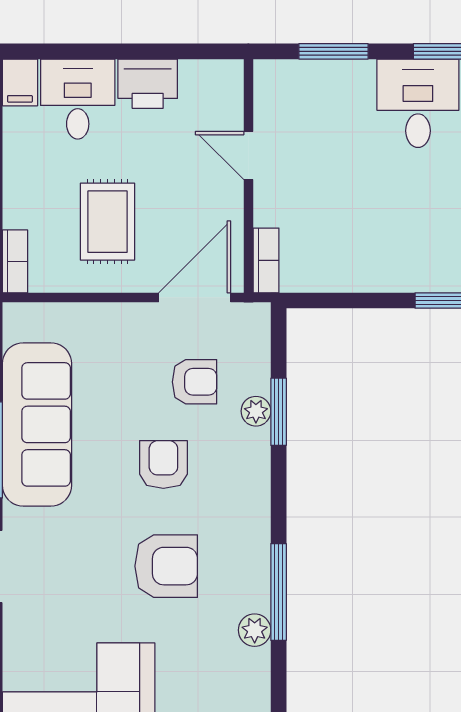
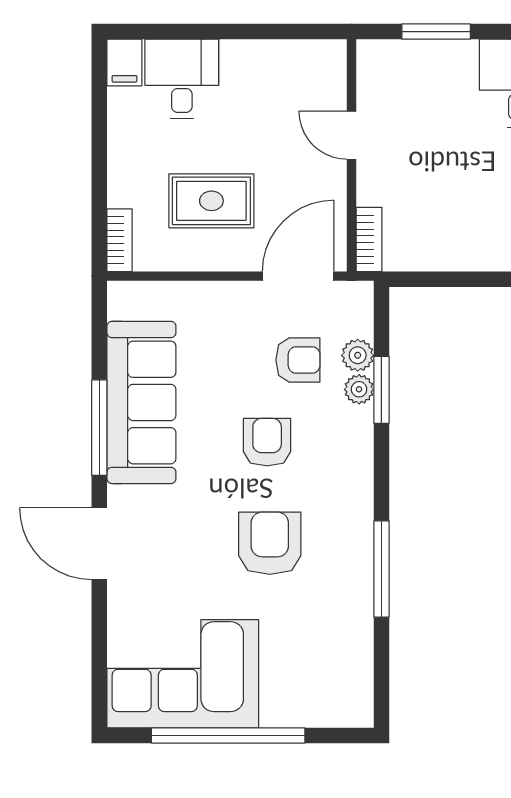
printer: (148, 84) -> (251, 64), removed
rug: (107, 222) -> (211, 201), turned 90
armchair: (166, 566) -> (270, 543), turned -90
plant: (255, 630) -> (358, 355), moved

